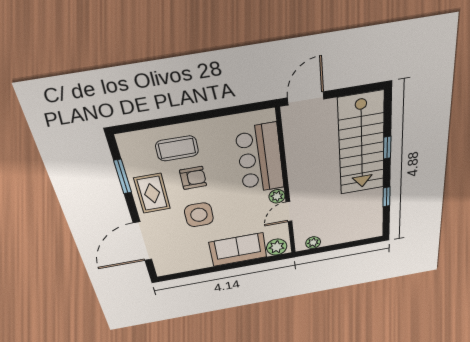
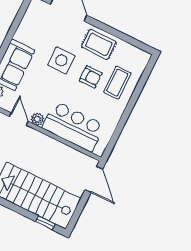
window: (387, 148) -> (45, 223), moved
window: (123, 177) -> (123, 37), removed
armchair: (193, 178) -> (91, 77), turned -90

